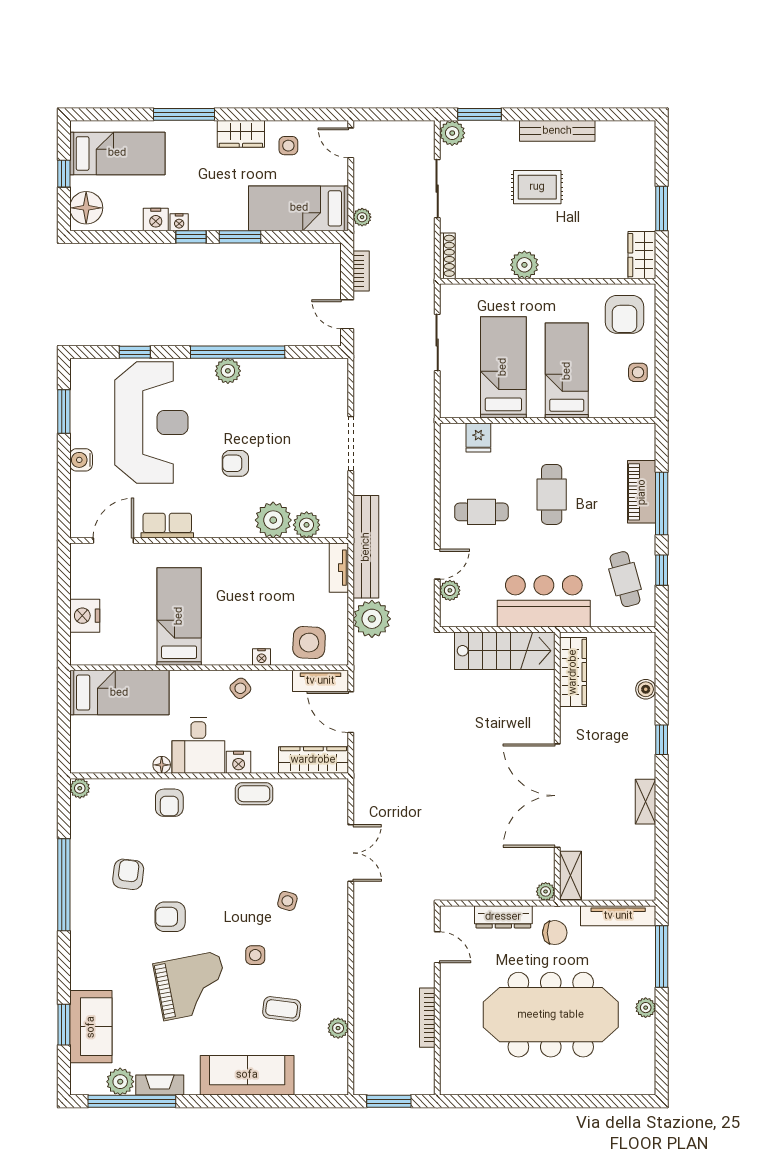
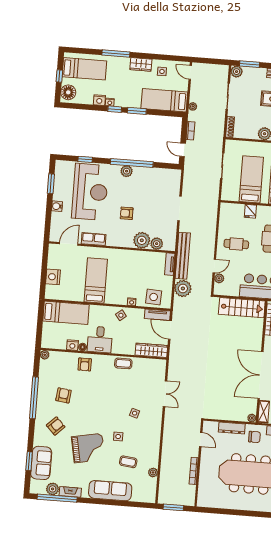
fridge: (478, 437) -> (250, 211), moved
nightstand: (239, 762) -> (72, 345), moved
armchair: (170, 917) -> (56, 426), moved, turned 136

